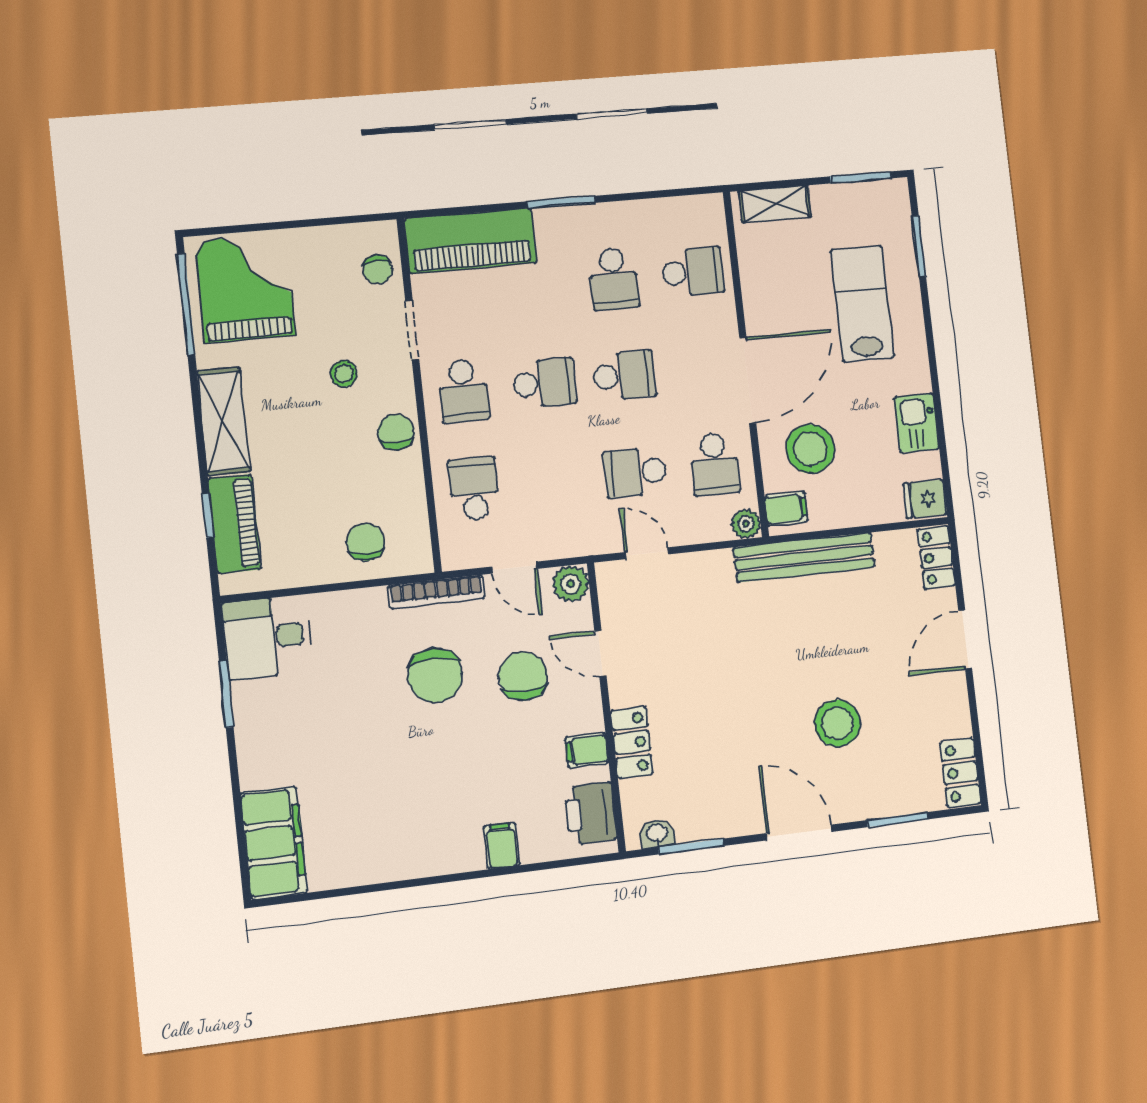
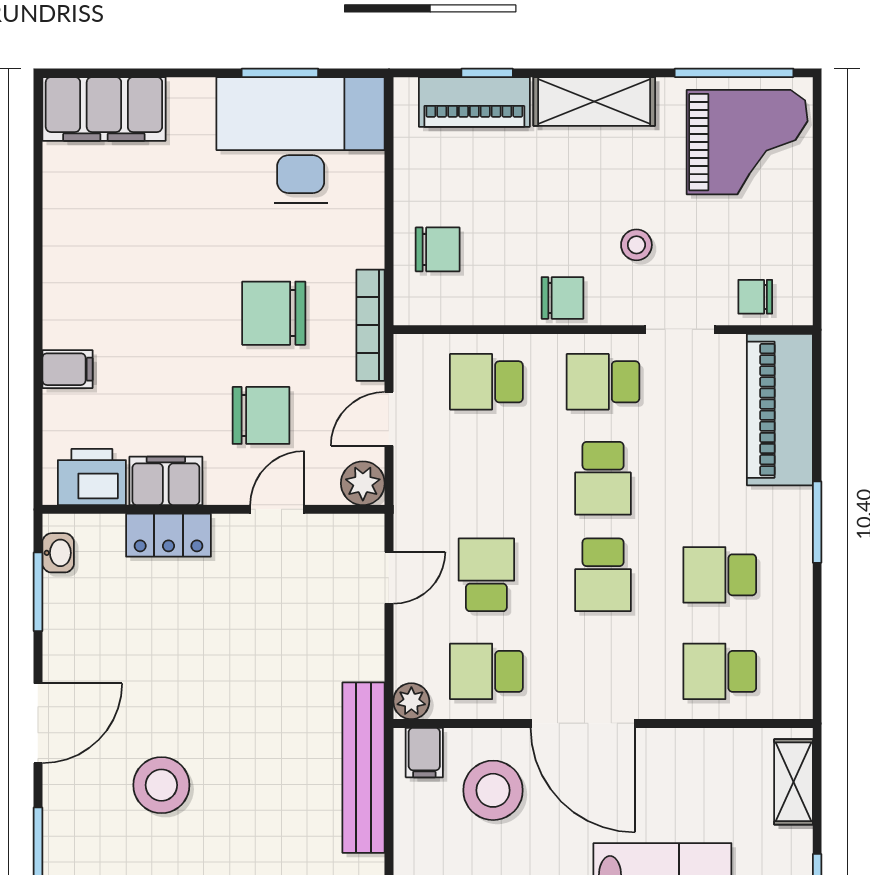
school desk: (693, 272) -> (720, 671), turned 90
school desk: (474, 489) -> (486, 382), turned 180
desk: (267, 637) -> (301, 140), width x1.87, depth x1.30
filing cabinet: (587, 750) -> (166, 481), width x2.00

